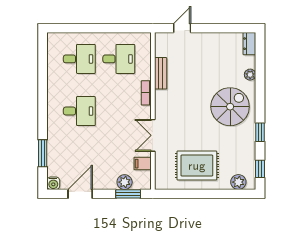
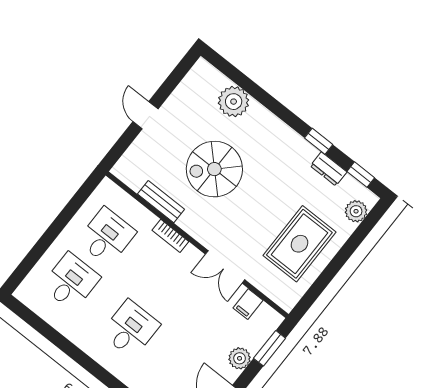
door: (182, 28) -> (145, 115), moved
dresser: (249, 44) -> (329, 169), moved
plant: (250, 75) -> (234, 102), width x1.87, depth x1.87
spiral stairs: (230, 107) -> (214, 169), moved, turned -90
plant: (125, 182) -> (240, 358), moved

